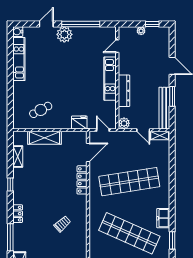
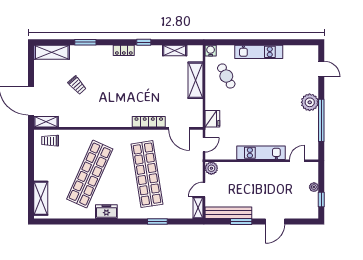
door: (46, 24) -> (321, 69), moved
water cooler: (18, 32) -> (211, 51), moved
door: (117, 46) -> (297, 161), hinge flipped
kitchen unit: (19, 59) -> (259, 52), moved
dresser: (124, 91) -> (247, 168), removed
locker: (18, 214) -> (124, 50), moved
trolley: (62, 224) -> (77, 85), moved
window: (10, 237) -> (85, 42), width x0.69
window: (172, 240) -> (157, 221), moved

